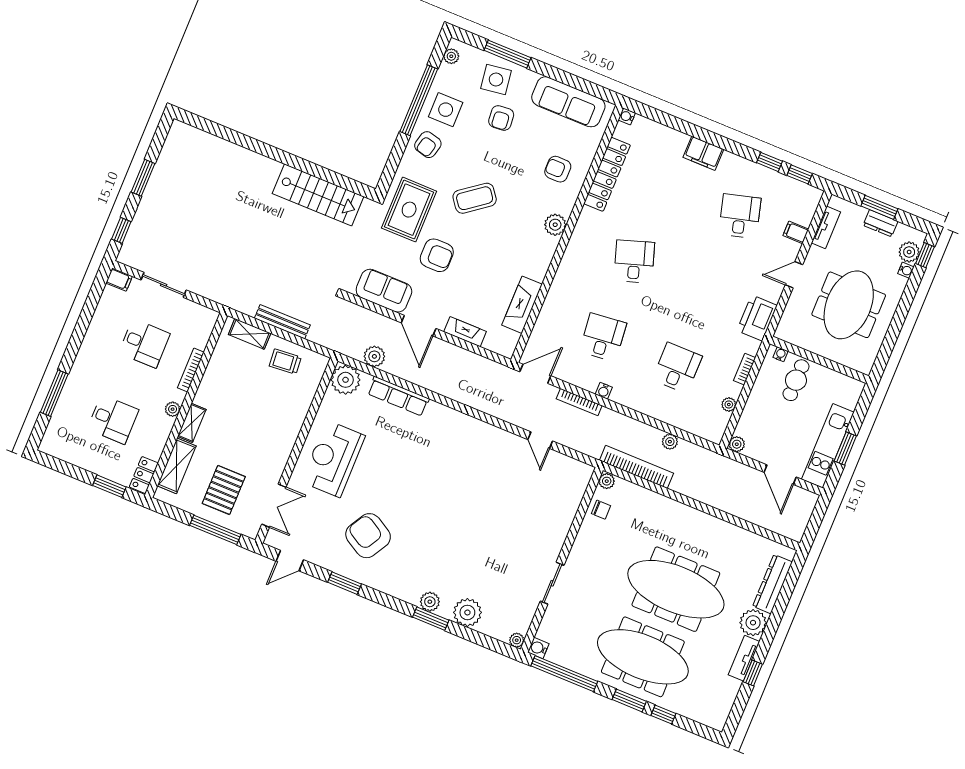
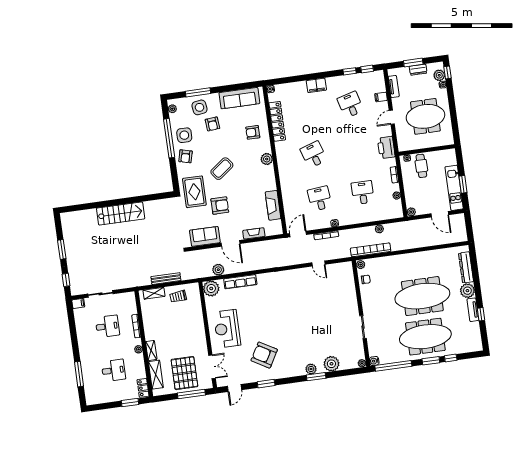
stairs: (318, 195) -> (121, 214), moved
meeting table: (849, 305) -> (425, 116), turned 90
pallet: (224, 490) -> (184, 373), width x1.37, depth x1.41

